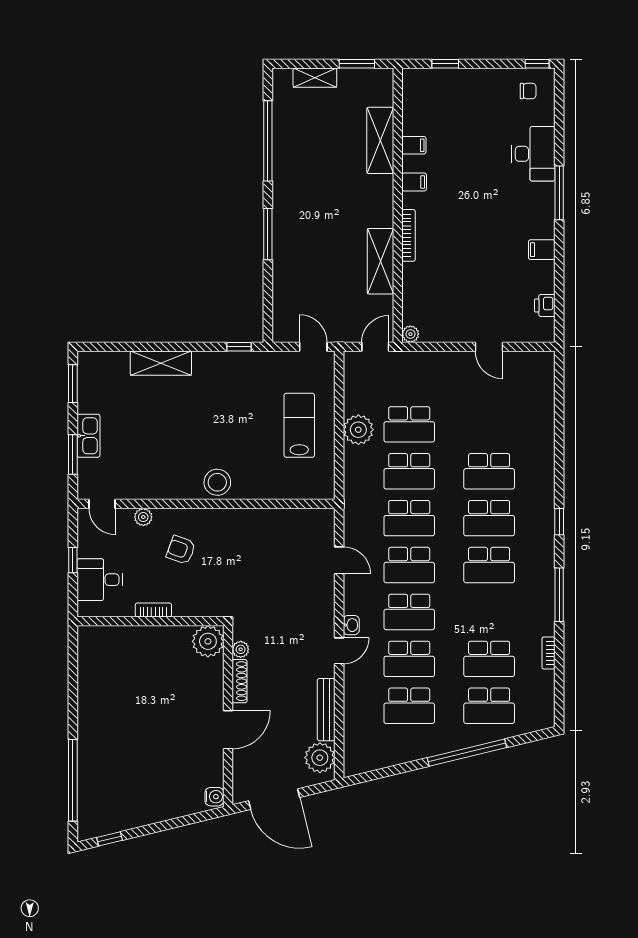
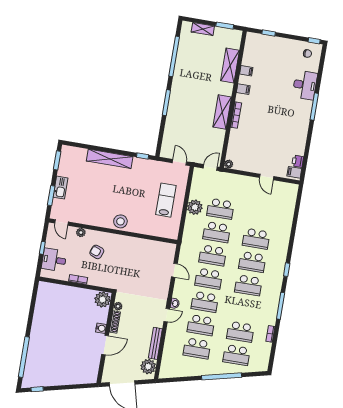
filing cabinet: (542, 250) -> (294, 172), moved
shelving: (380, 261) -> (222, 112), moved
shelving: (161, 363) -> (110, 159), width x1.47
water cooler: (214, 797) -> (101, 328), moved

